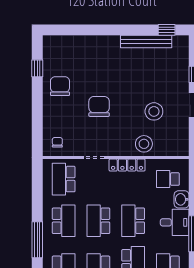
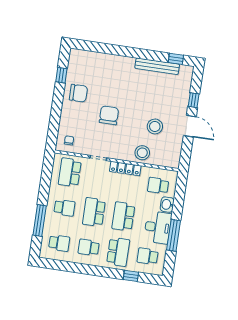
chair: (60, 86) -> (78, 93), turned 90
school desk: (64, 221) -> (64, 208), width x0.54
desk: (175, 222) -> (158, 227), width x1.37

